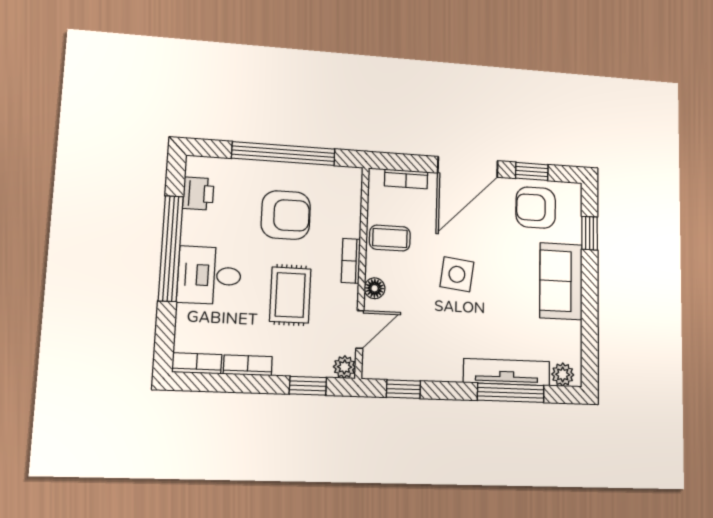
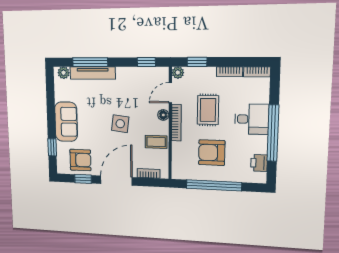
bookcase: (351, 261) -> (176, 123), width x1.56

